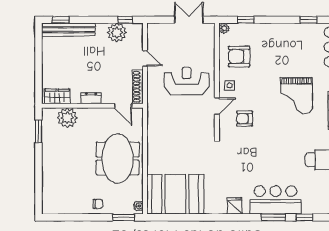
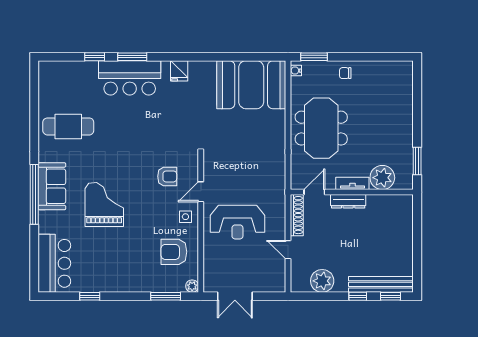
window: (125, 20) -> (358, 296), moved
window: (246, 20) -> (166, 296), width x1.50
armchair: (239, 56) -> (174, 252), turned 180
wardrobe: (57, 96) -> (394, 203), removed
dresser: (91, 98) -> (348, 201), width x1.44
door: (123, 106) -> (314, 192), hinge flipped
tv unit: (92, 113) -> (352, 183), added

